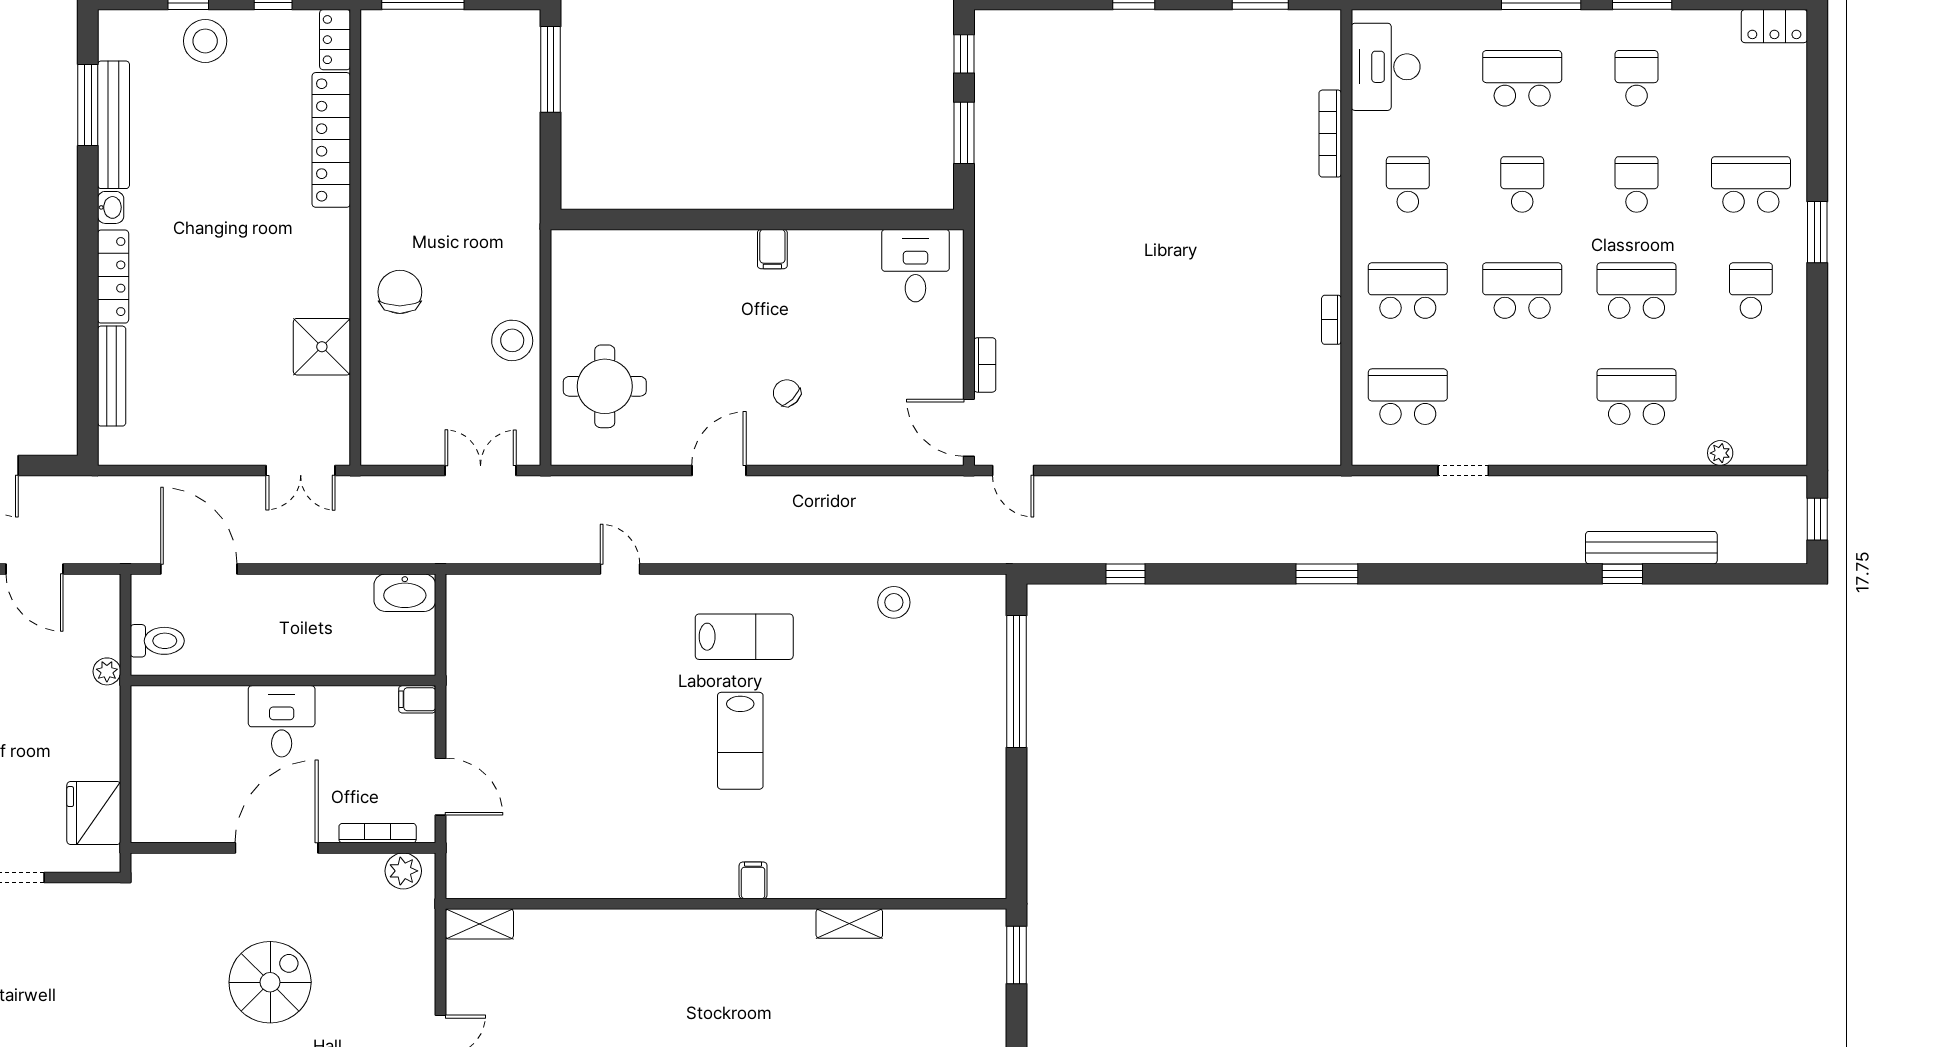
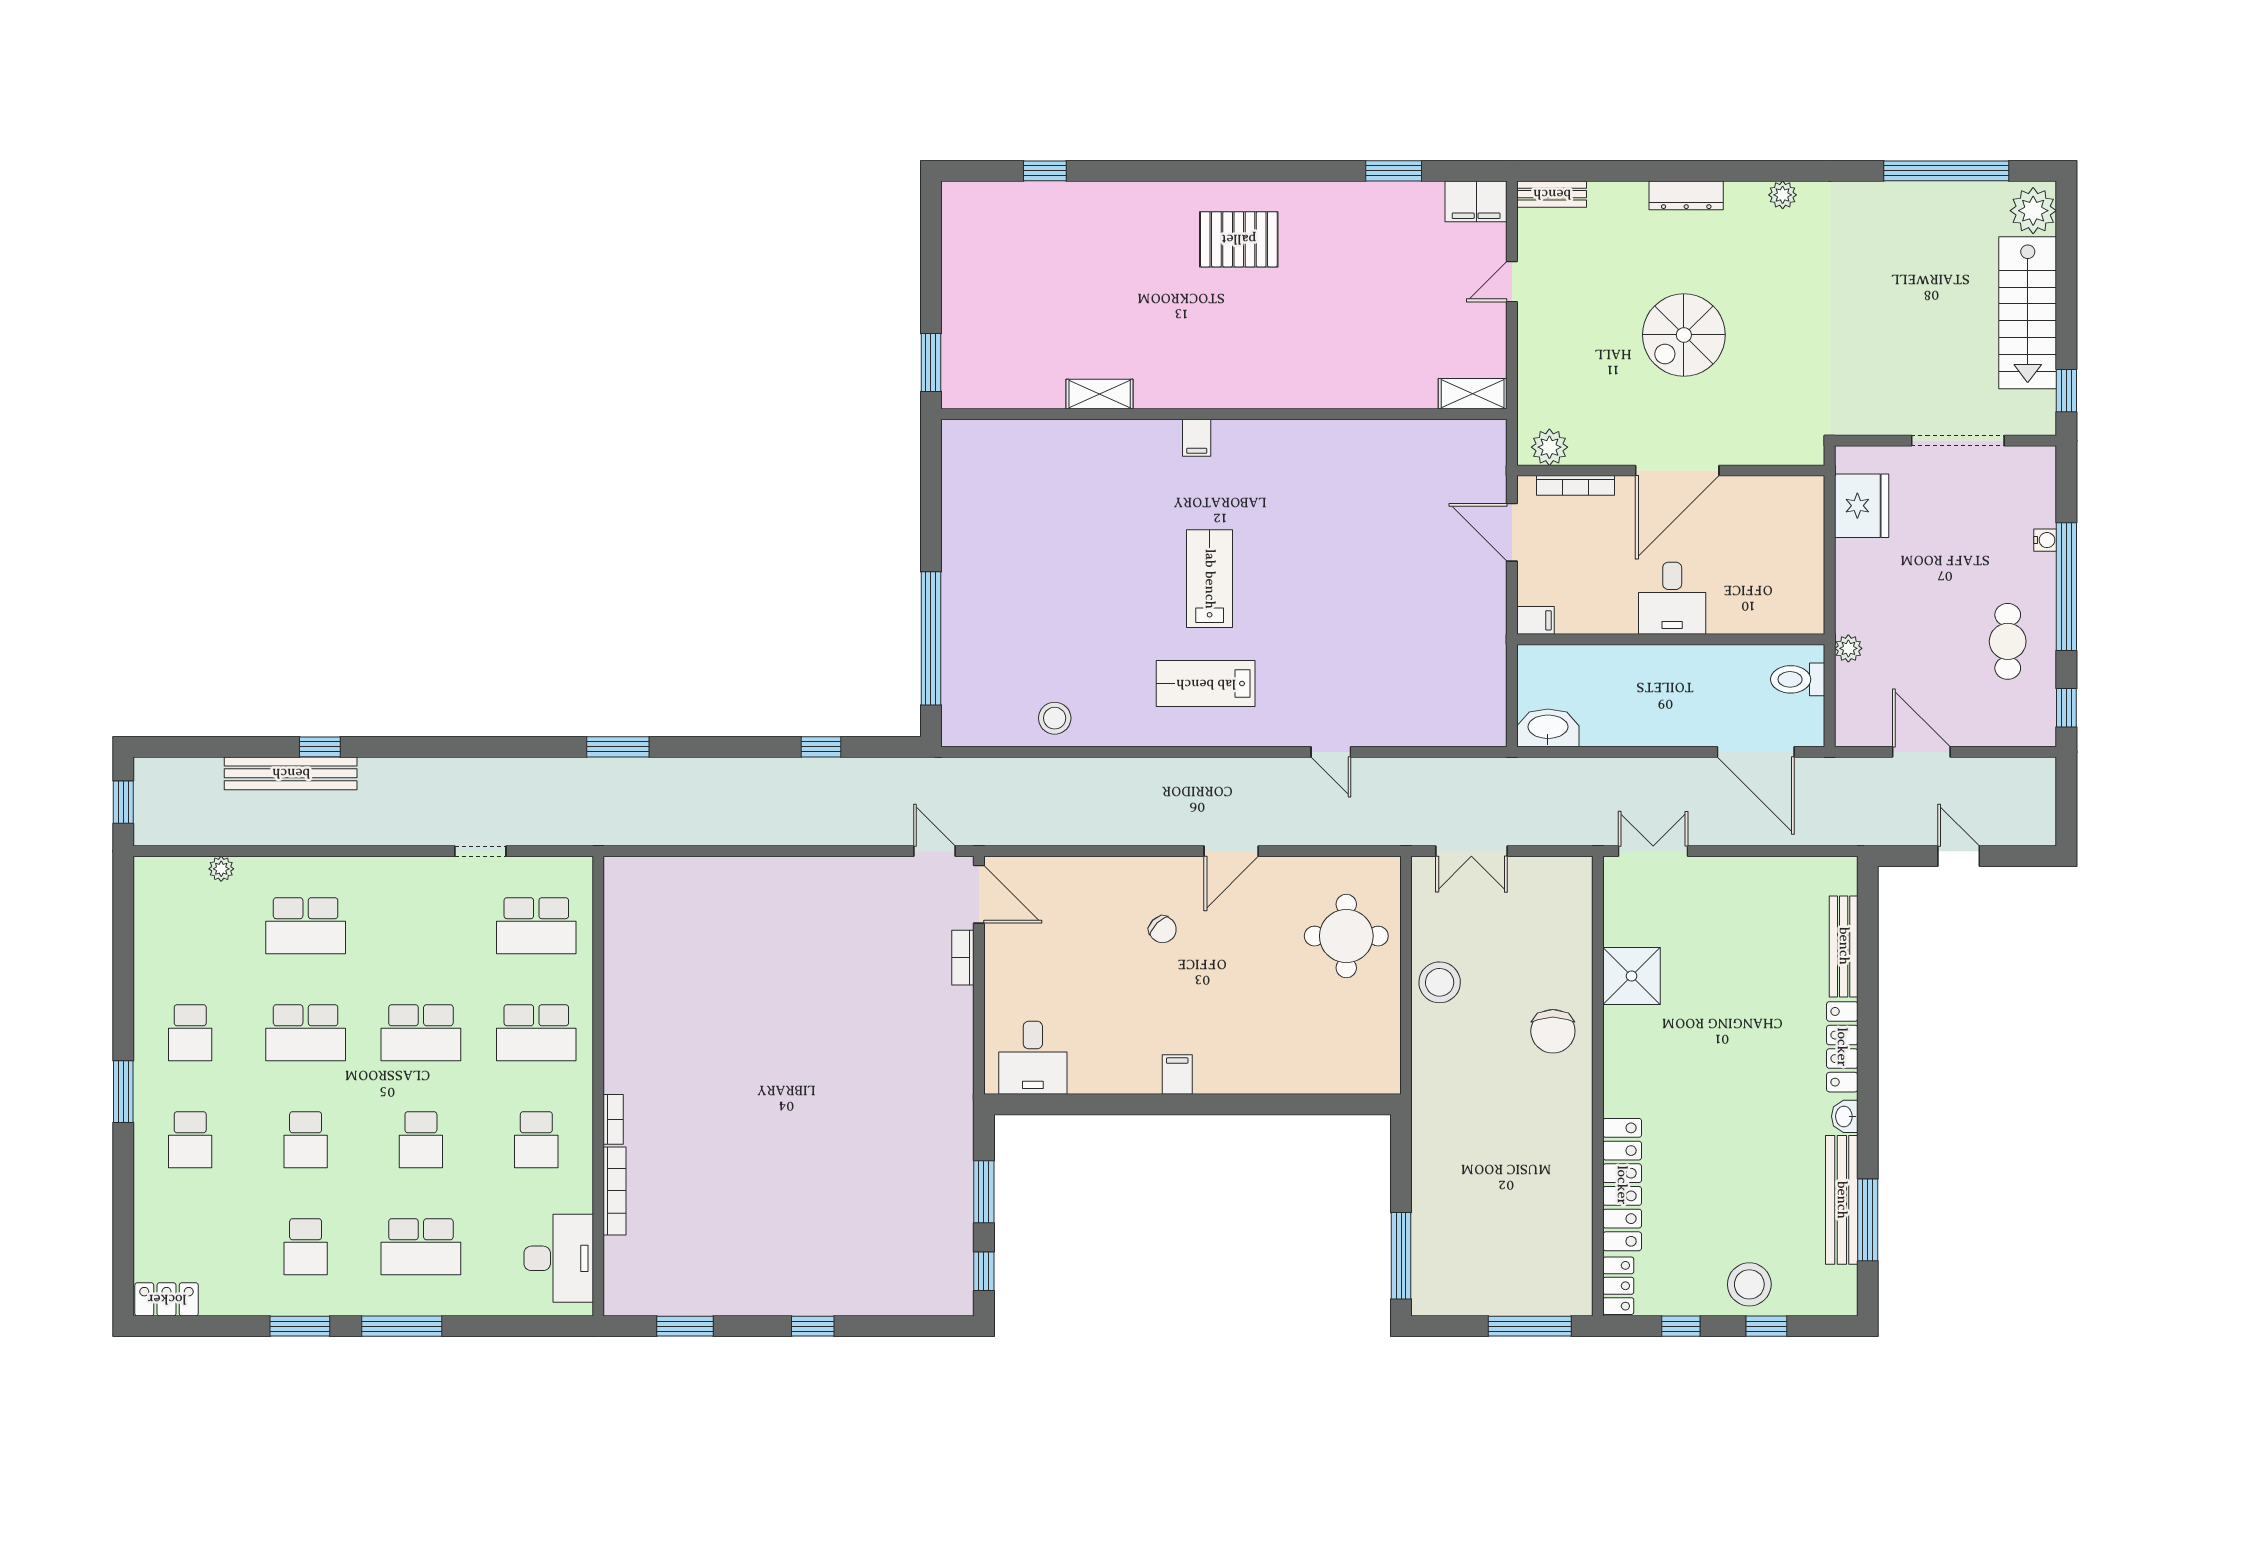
school desk: (1751, 184) -> (190, 1140), width x0.54
bookcase: (1332, 320) -> (613, 1119), moved

